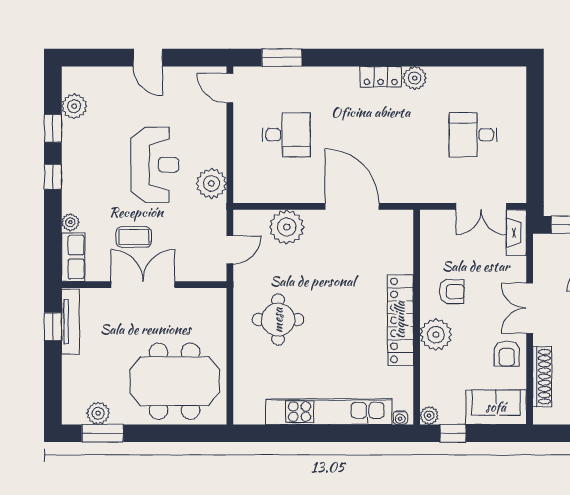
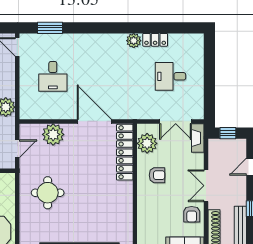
locker: (381, 77) -> (155, 40), moved
desk: (286, 135) -> (53, 76), turned 90
locker: (400, 320) -> (125, 152), moved
plant: (436, 335) -> (147, 143), moved

